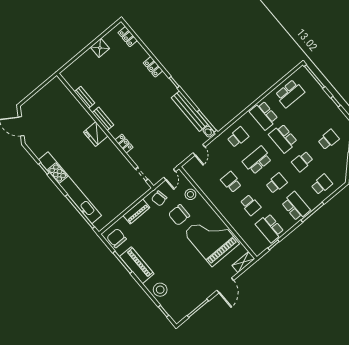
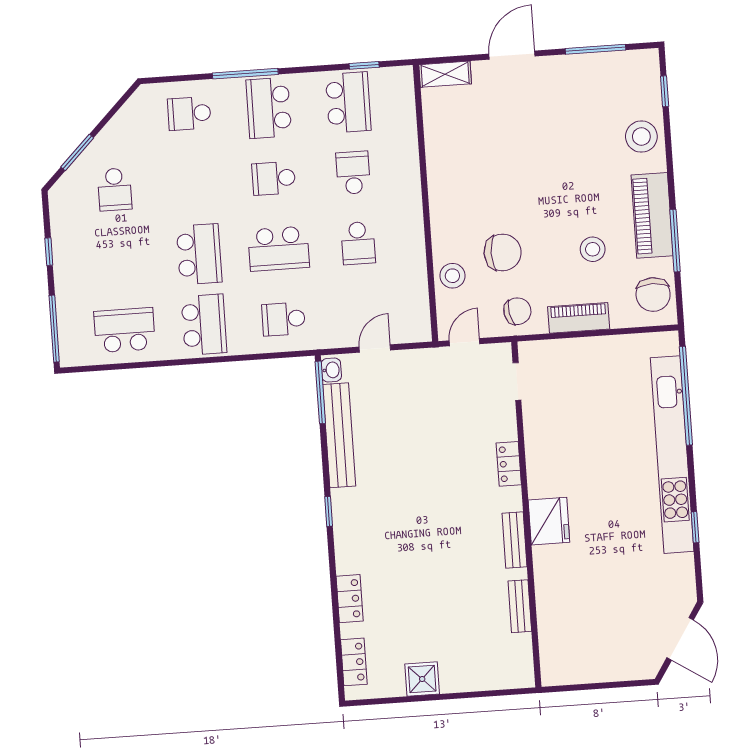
locker: (153, 67) -> (350, 599), moved
school desk: (328, 140) -> (115, 189), turned -90
school desk: (302, 161) -> (194, 184), removed
grand piano: (211, 238) -> (473, 163), removed
stool: (149, 239) -> (593, 249), added

